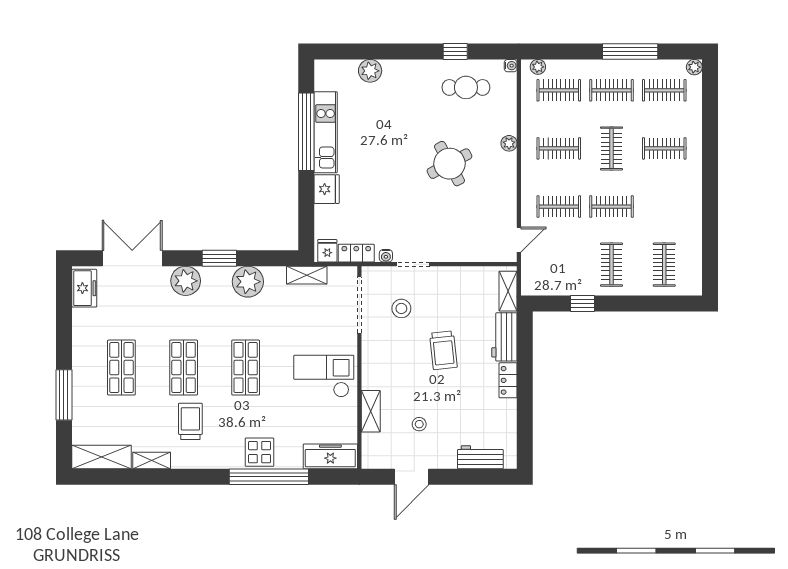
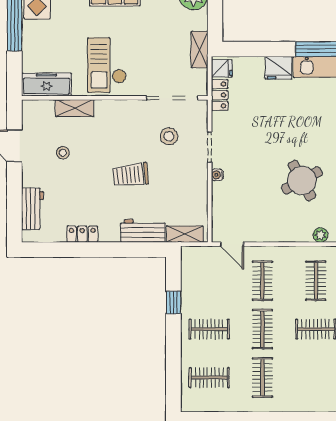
clothes rail: (664, 148) -> (262, 377), moved
water cooler: (386, 256) -> (217, 175), moved
checkout: (324, 376) -> (107, 65), turned 180
locker: (508, 380) -> (82, 234), moved
freezer: (330, 456) -> (46, 84), moved, turned -90

